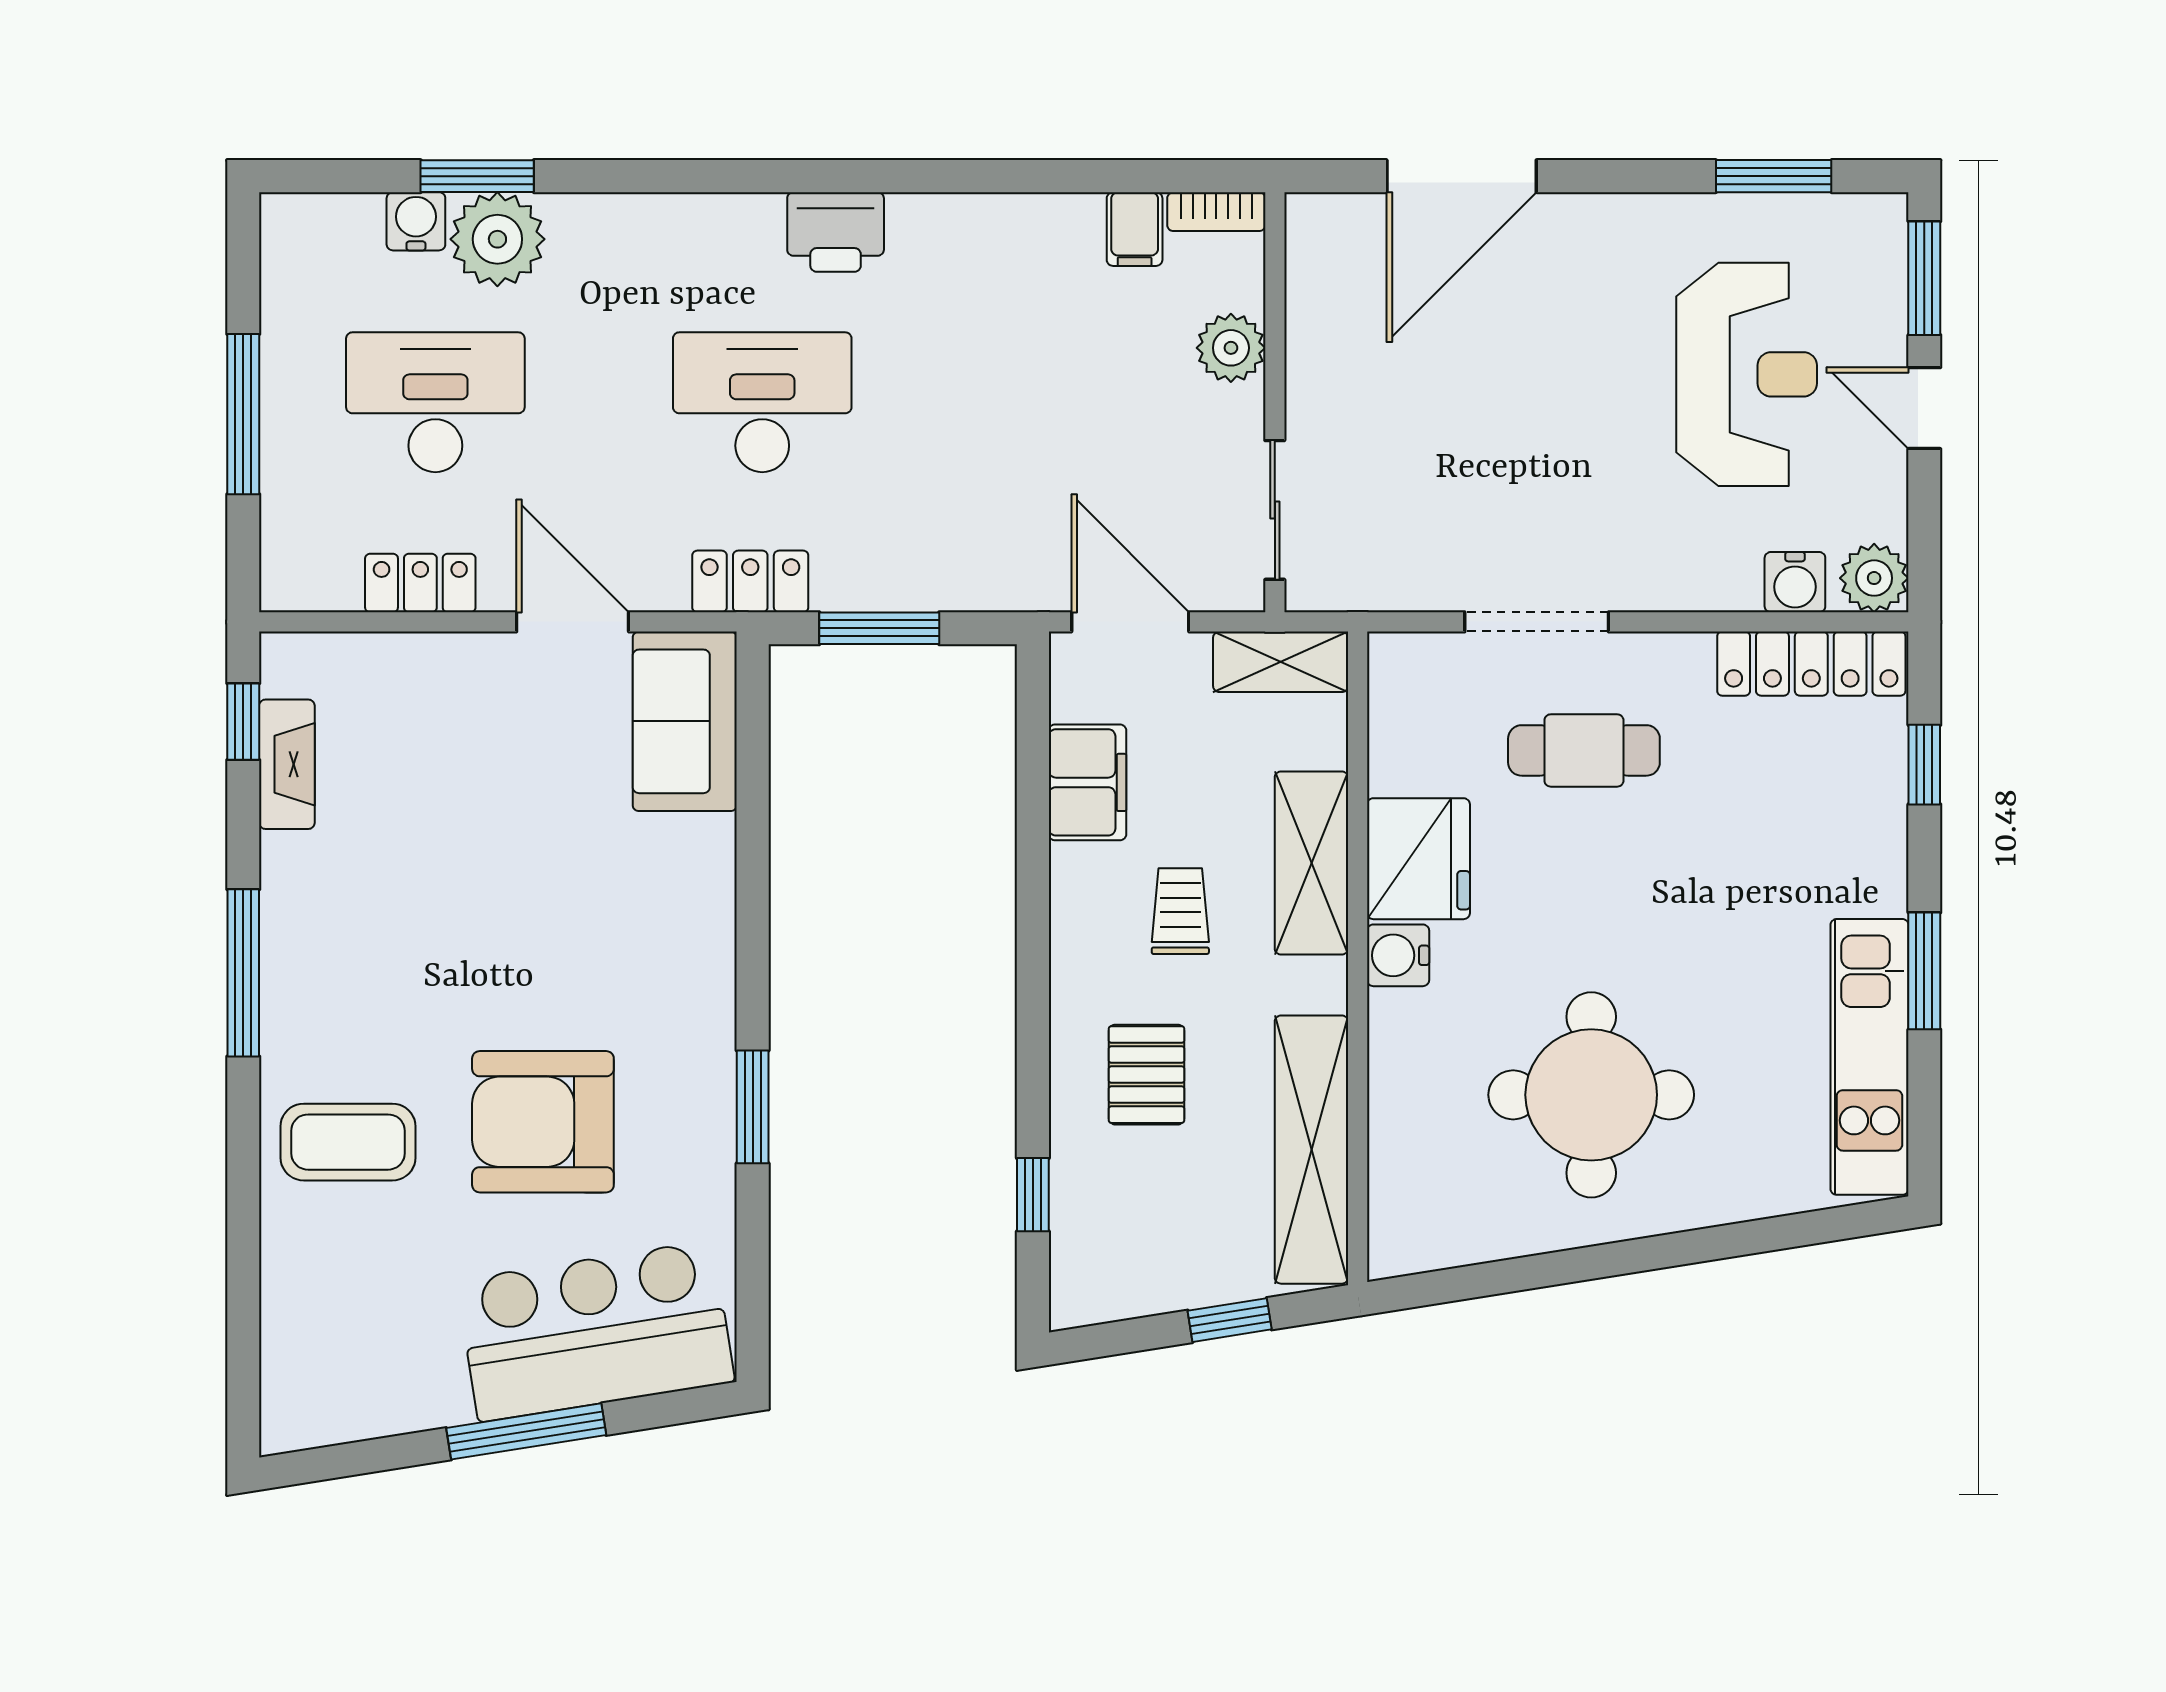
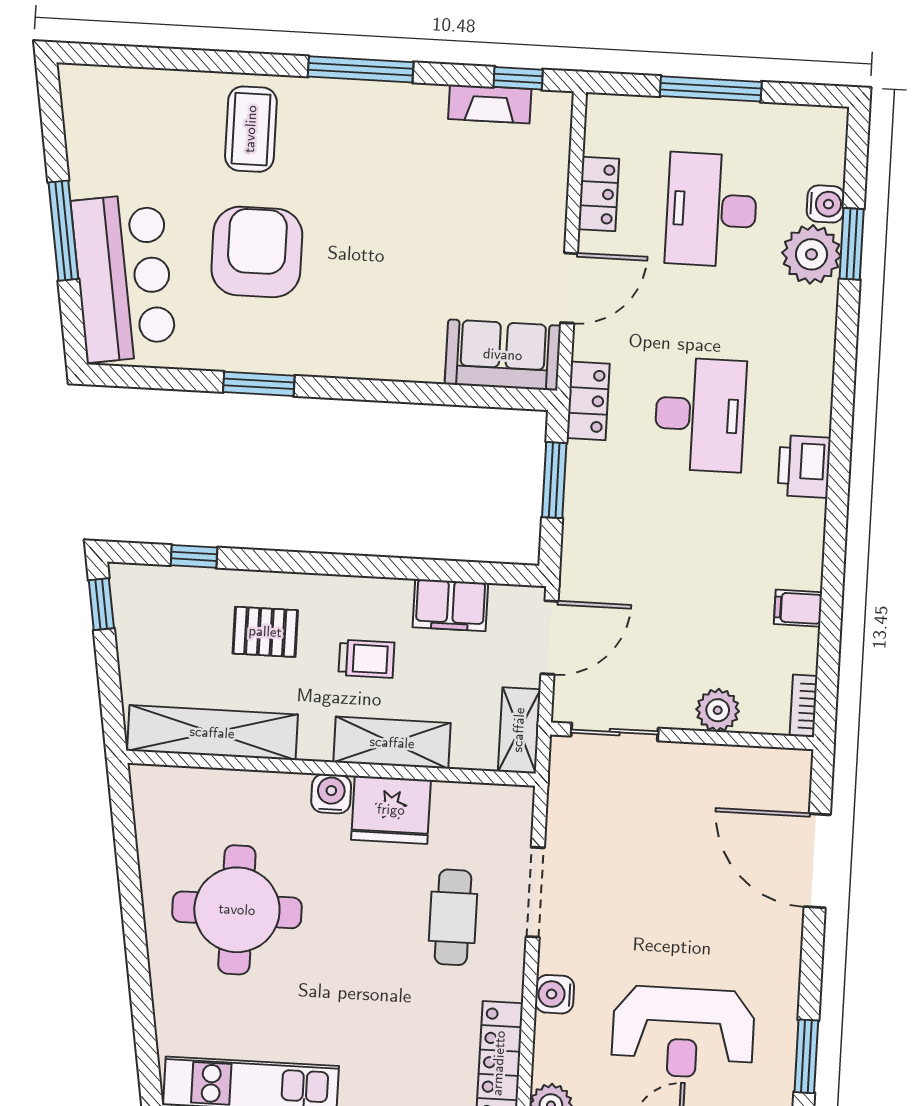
filing cabinet: (1135, 229) -> (798, 608), moved
desk: (435, 402) -> (712, 210), turned 180
water cooler: (1795, 582) -> (555, 994), moved
window: (1230, 1320) -> (101, 604), moved

